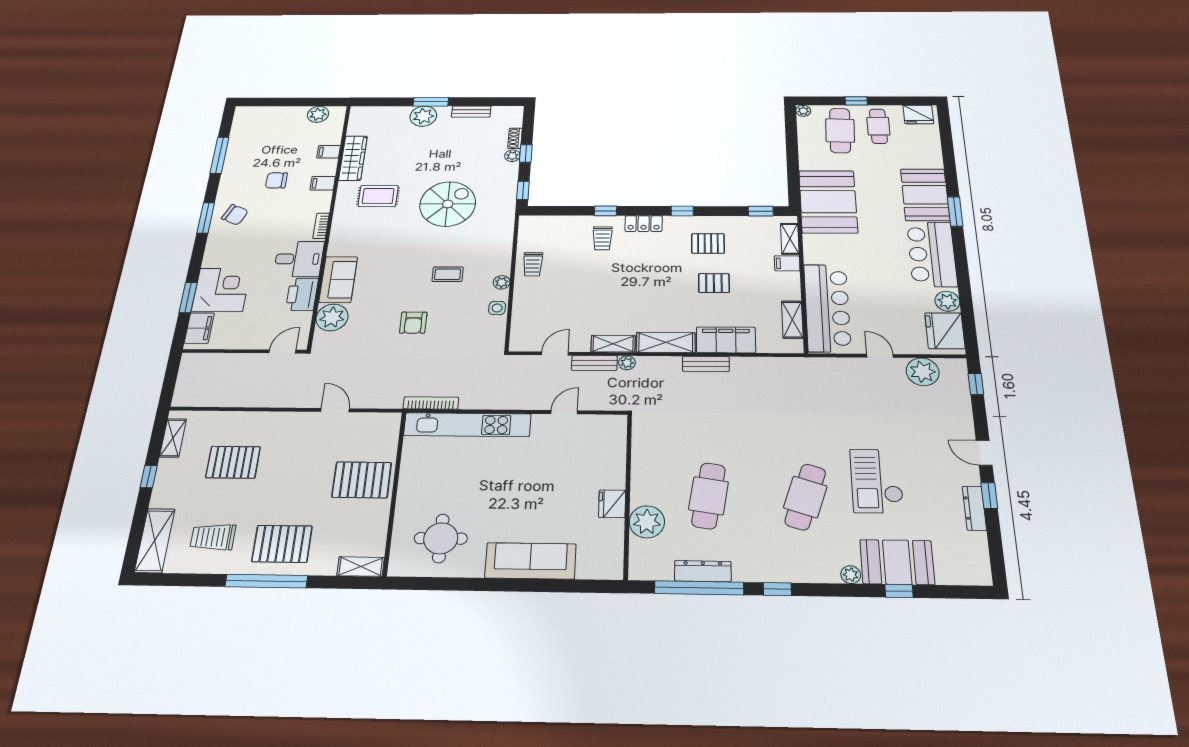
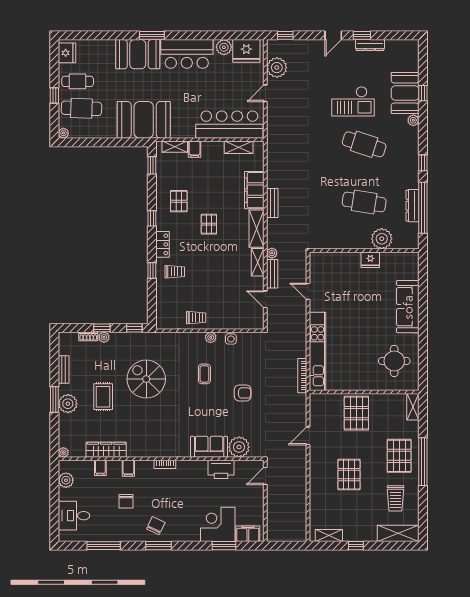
plant: (357, 111) -> (63, 452), added
rug: (378, 196) -> (103, 397), moved
desk: (299, 259) -> (74, 516), moved, turned -90
pallet: (714, 283) -> (209, 224), moved
door: (282, 352) -> (265, 476), hinge flipped
pallet: (233, 462) -> (349, 475), moved

